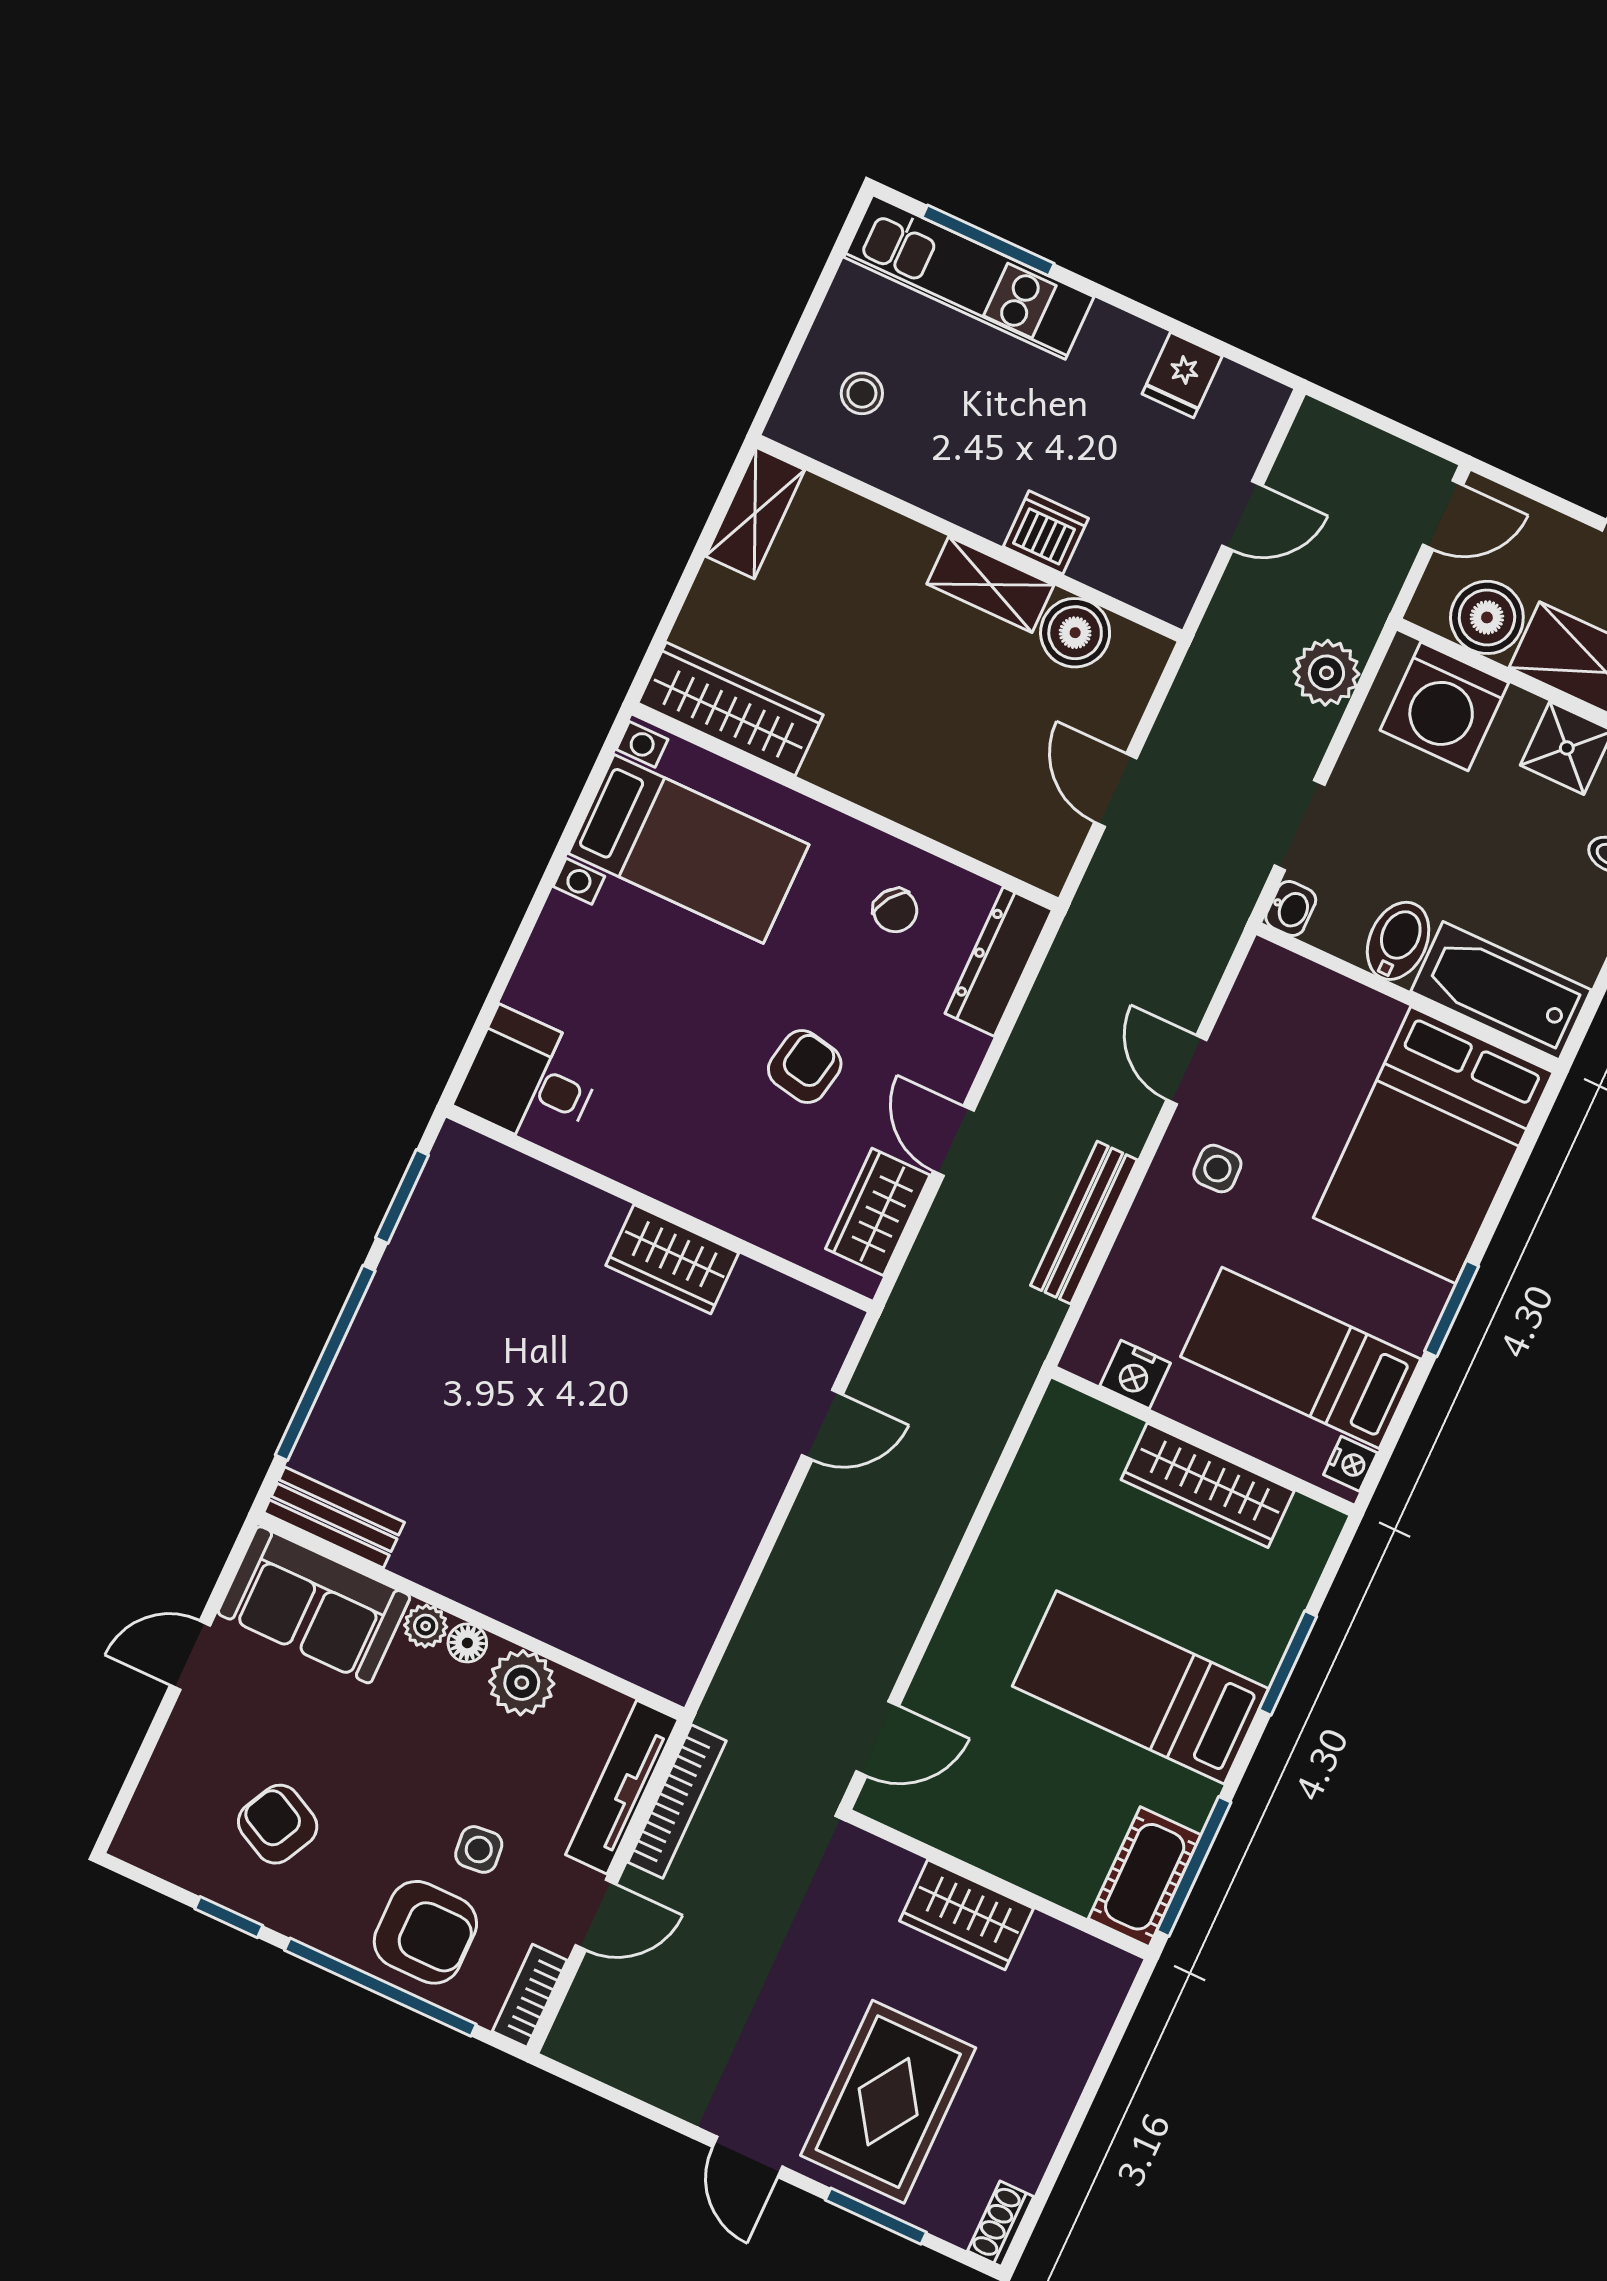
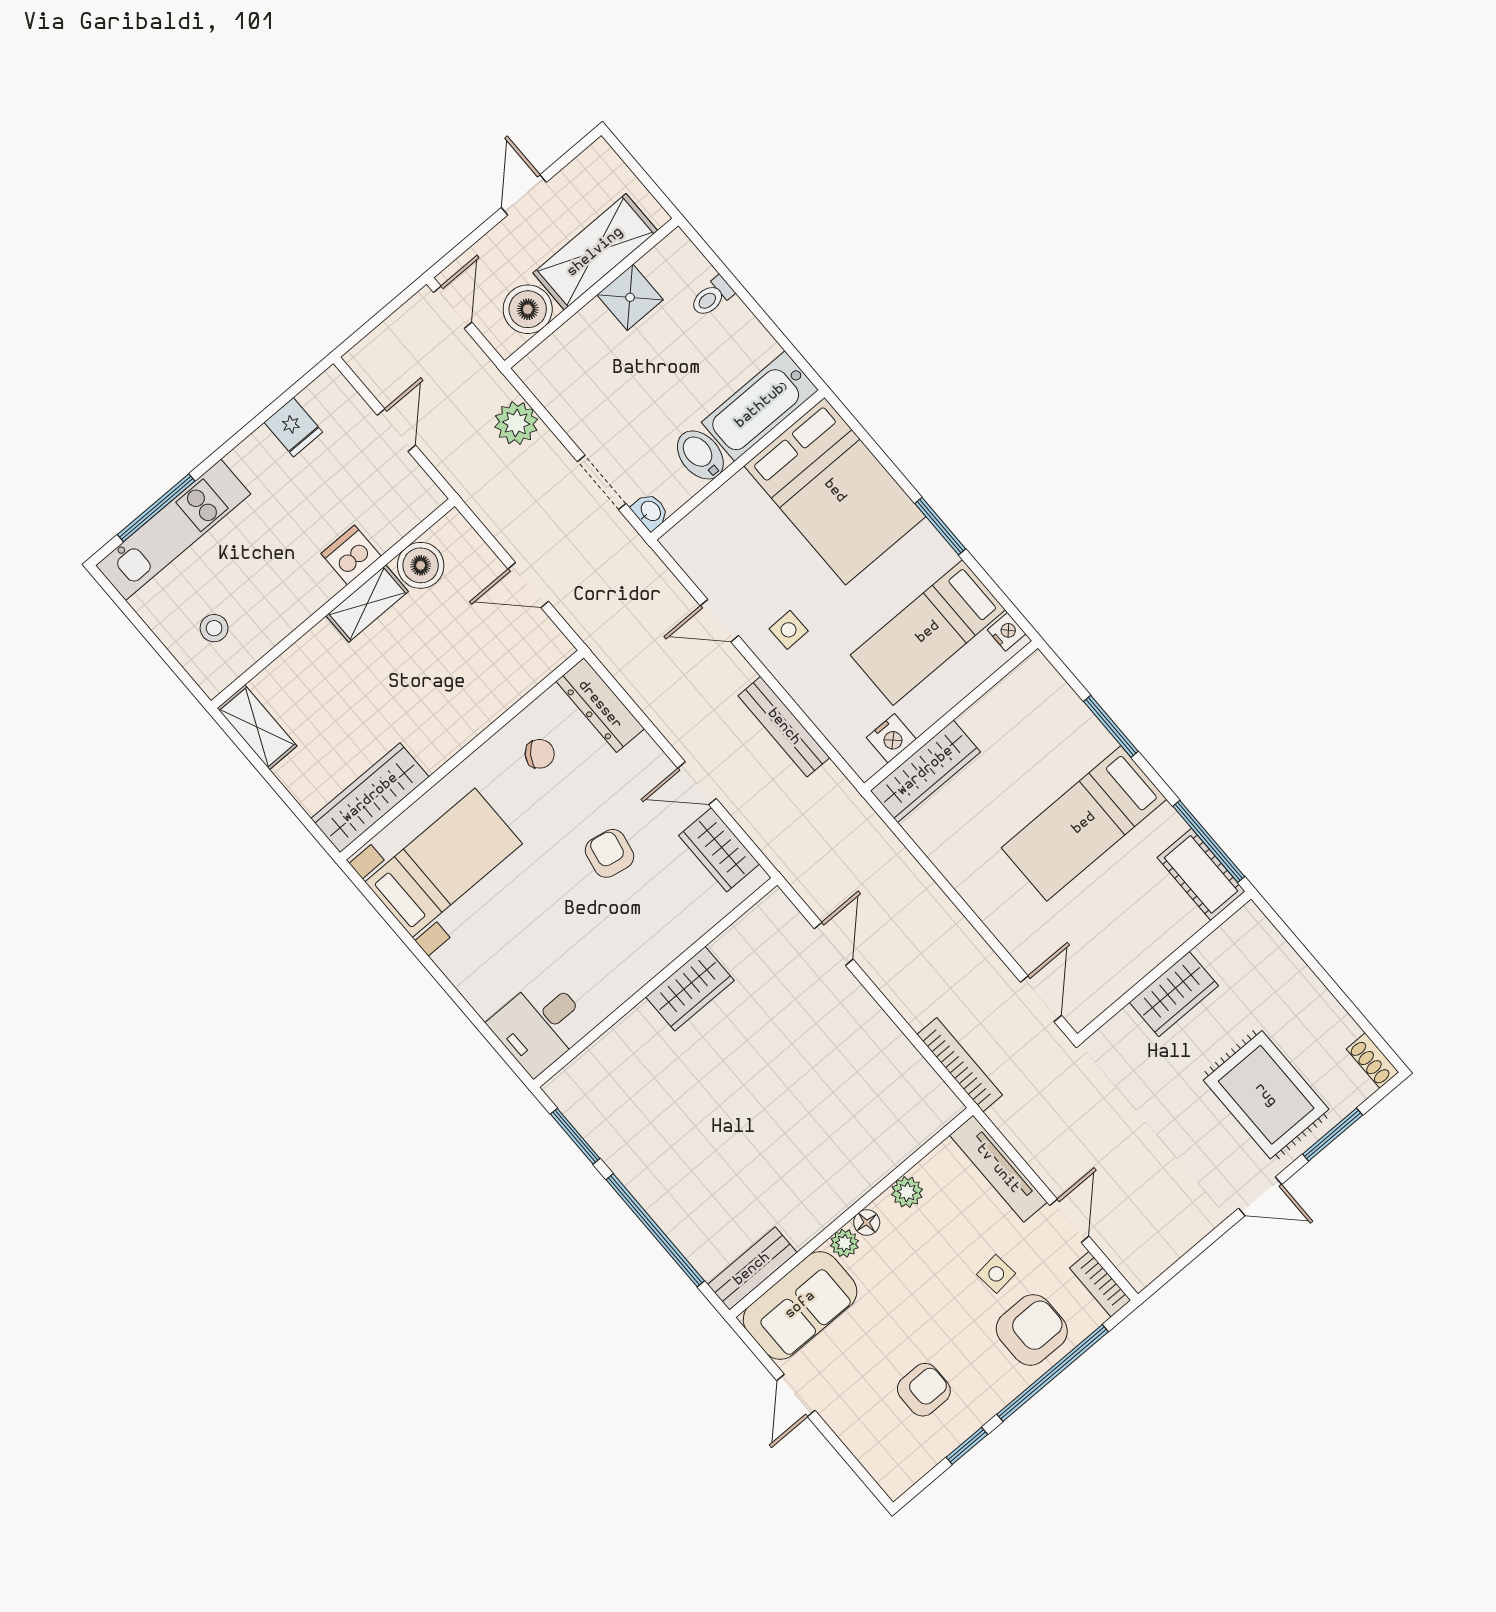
washing machine: (1444, 706) -> (570, 360), removed
wardrobe: (1208, 1485) -> (925, 771), moved
plant: (522, 1683) -> (907, 1192), width x0.73, depth x0.73
bookcase: (677, 1802) -> (960, 1065), moved
armchair: (278, 1824) -> (924, 1390), turned 153

